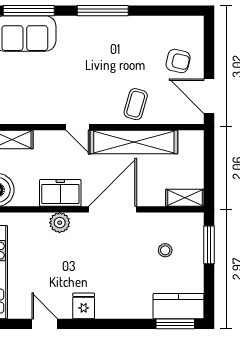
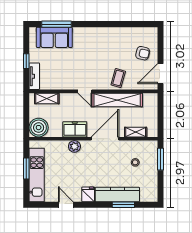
window: (103, 11) -> (99, 24), removed
door: (209, 96) -> (161, 74), hinge flipped
shelving: (185, 198) -> (136, 132), moved
kitchen counter: (179, 306) -> (117, 195), moved, width x1.50
window: (175, 324) -> (123, 205), moved

